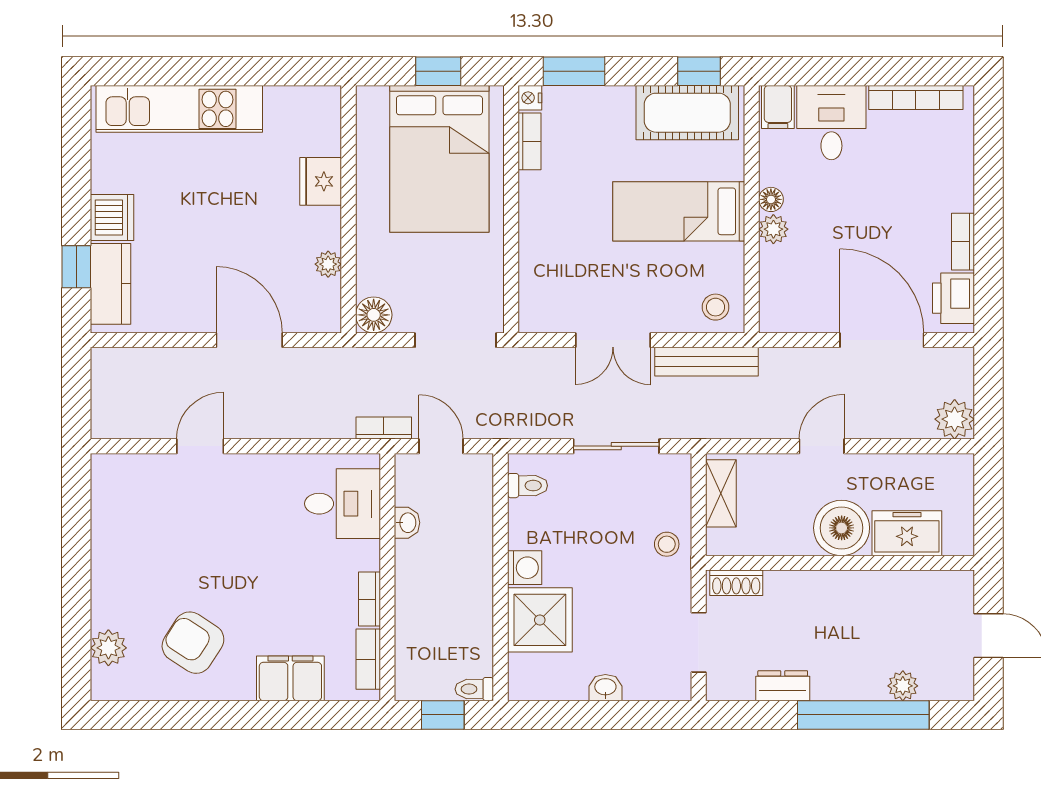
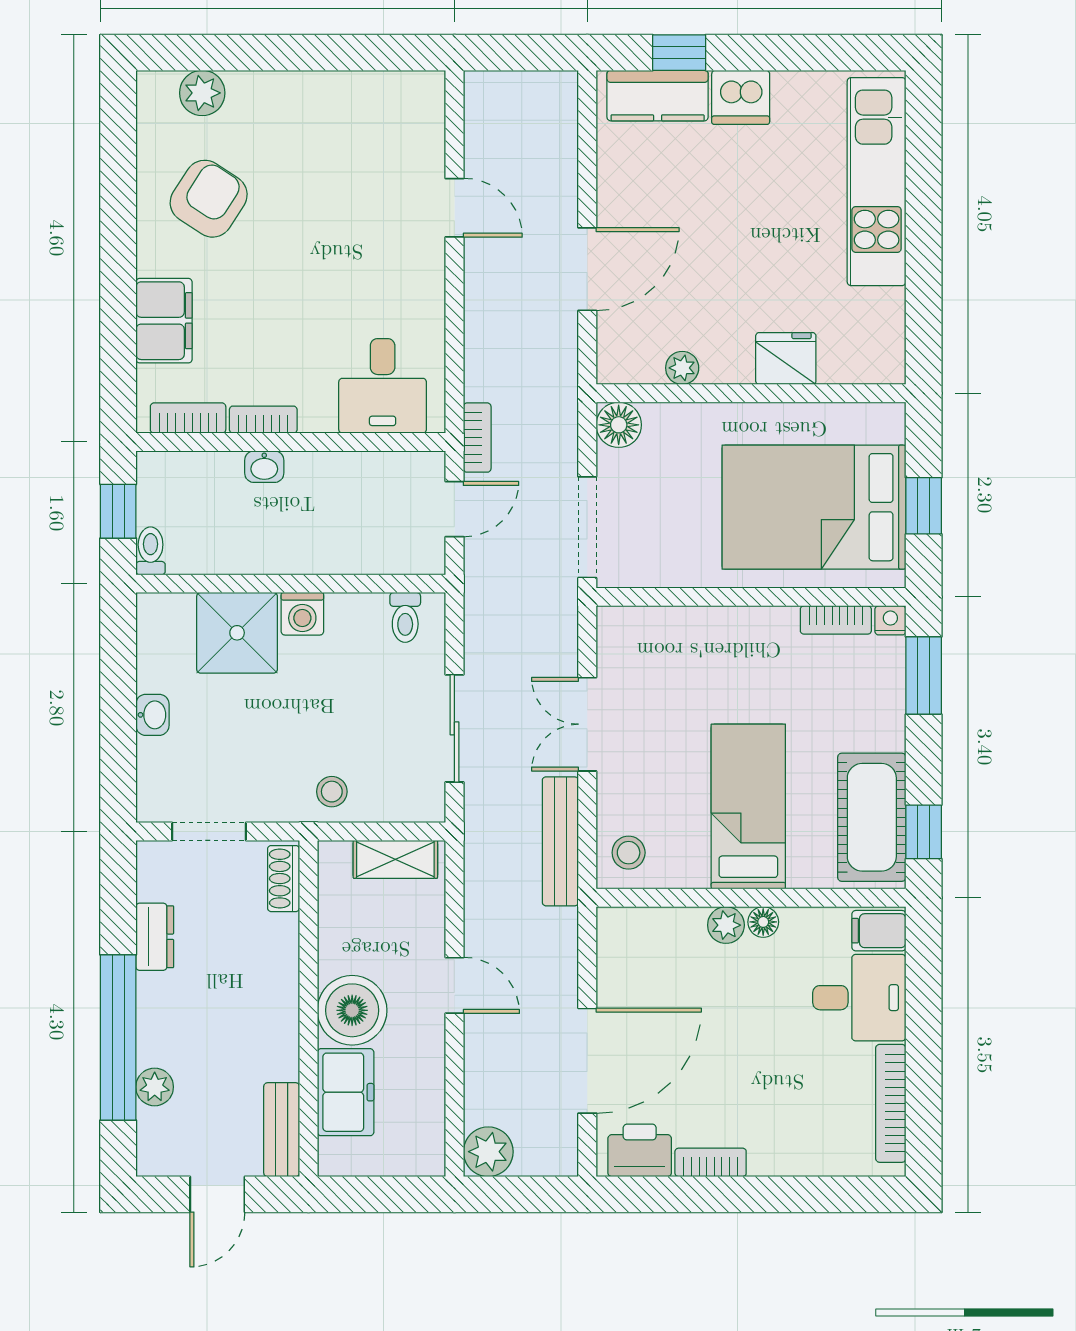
washbasin: (407, 523) -> (264, 467), moved
bench: (937, 584) -> (282, 1130), added

